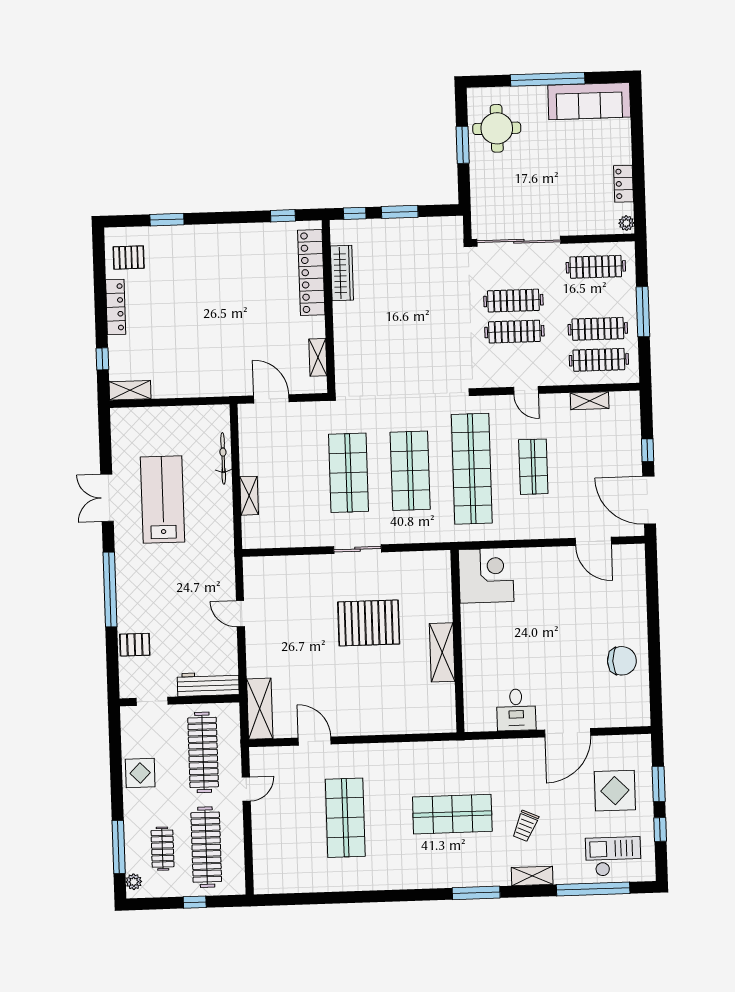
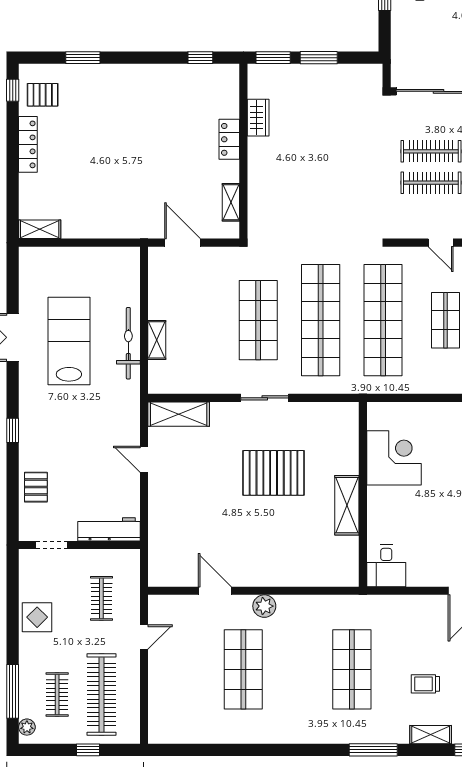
window: (355, 213) -> (273, 58), width x1.50
locker: (311, 272) -> (229, 139), width x0.46, depth x0.83
wardrobe: (342, 273) -> (258, 118), width x0.67
window: (102, 359) -> (13, 90), moved
bicycle: (223, 458) -> (128, 343), moved, width x1.37, depth x1.40
shop shelf: (410, 471) -> (321, 320), width x1.40
corner desk: (486, 576) -> (394, 458), moved
window: (110, 590) -> (13, 430), width x0.32
pallet: (135, 645) -> (36, 487), turned 90
shelving: (260, 709) -> (179, 414), moved, turned 90
desk: (516, 710) -> (386, 566), moved
clothes rail: (203, 752) -> (101, 598), width x0.54, depth x0.76
plant: (364, 755) -> (264, 606), added
shop shelf: (452, 814) -> (352, 669), turned 90
trolley: (525, 826) -> (425, 684), turned 66

